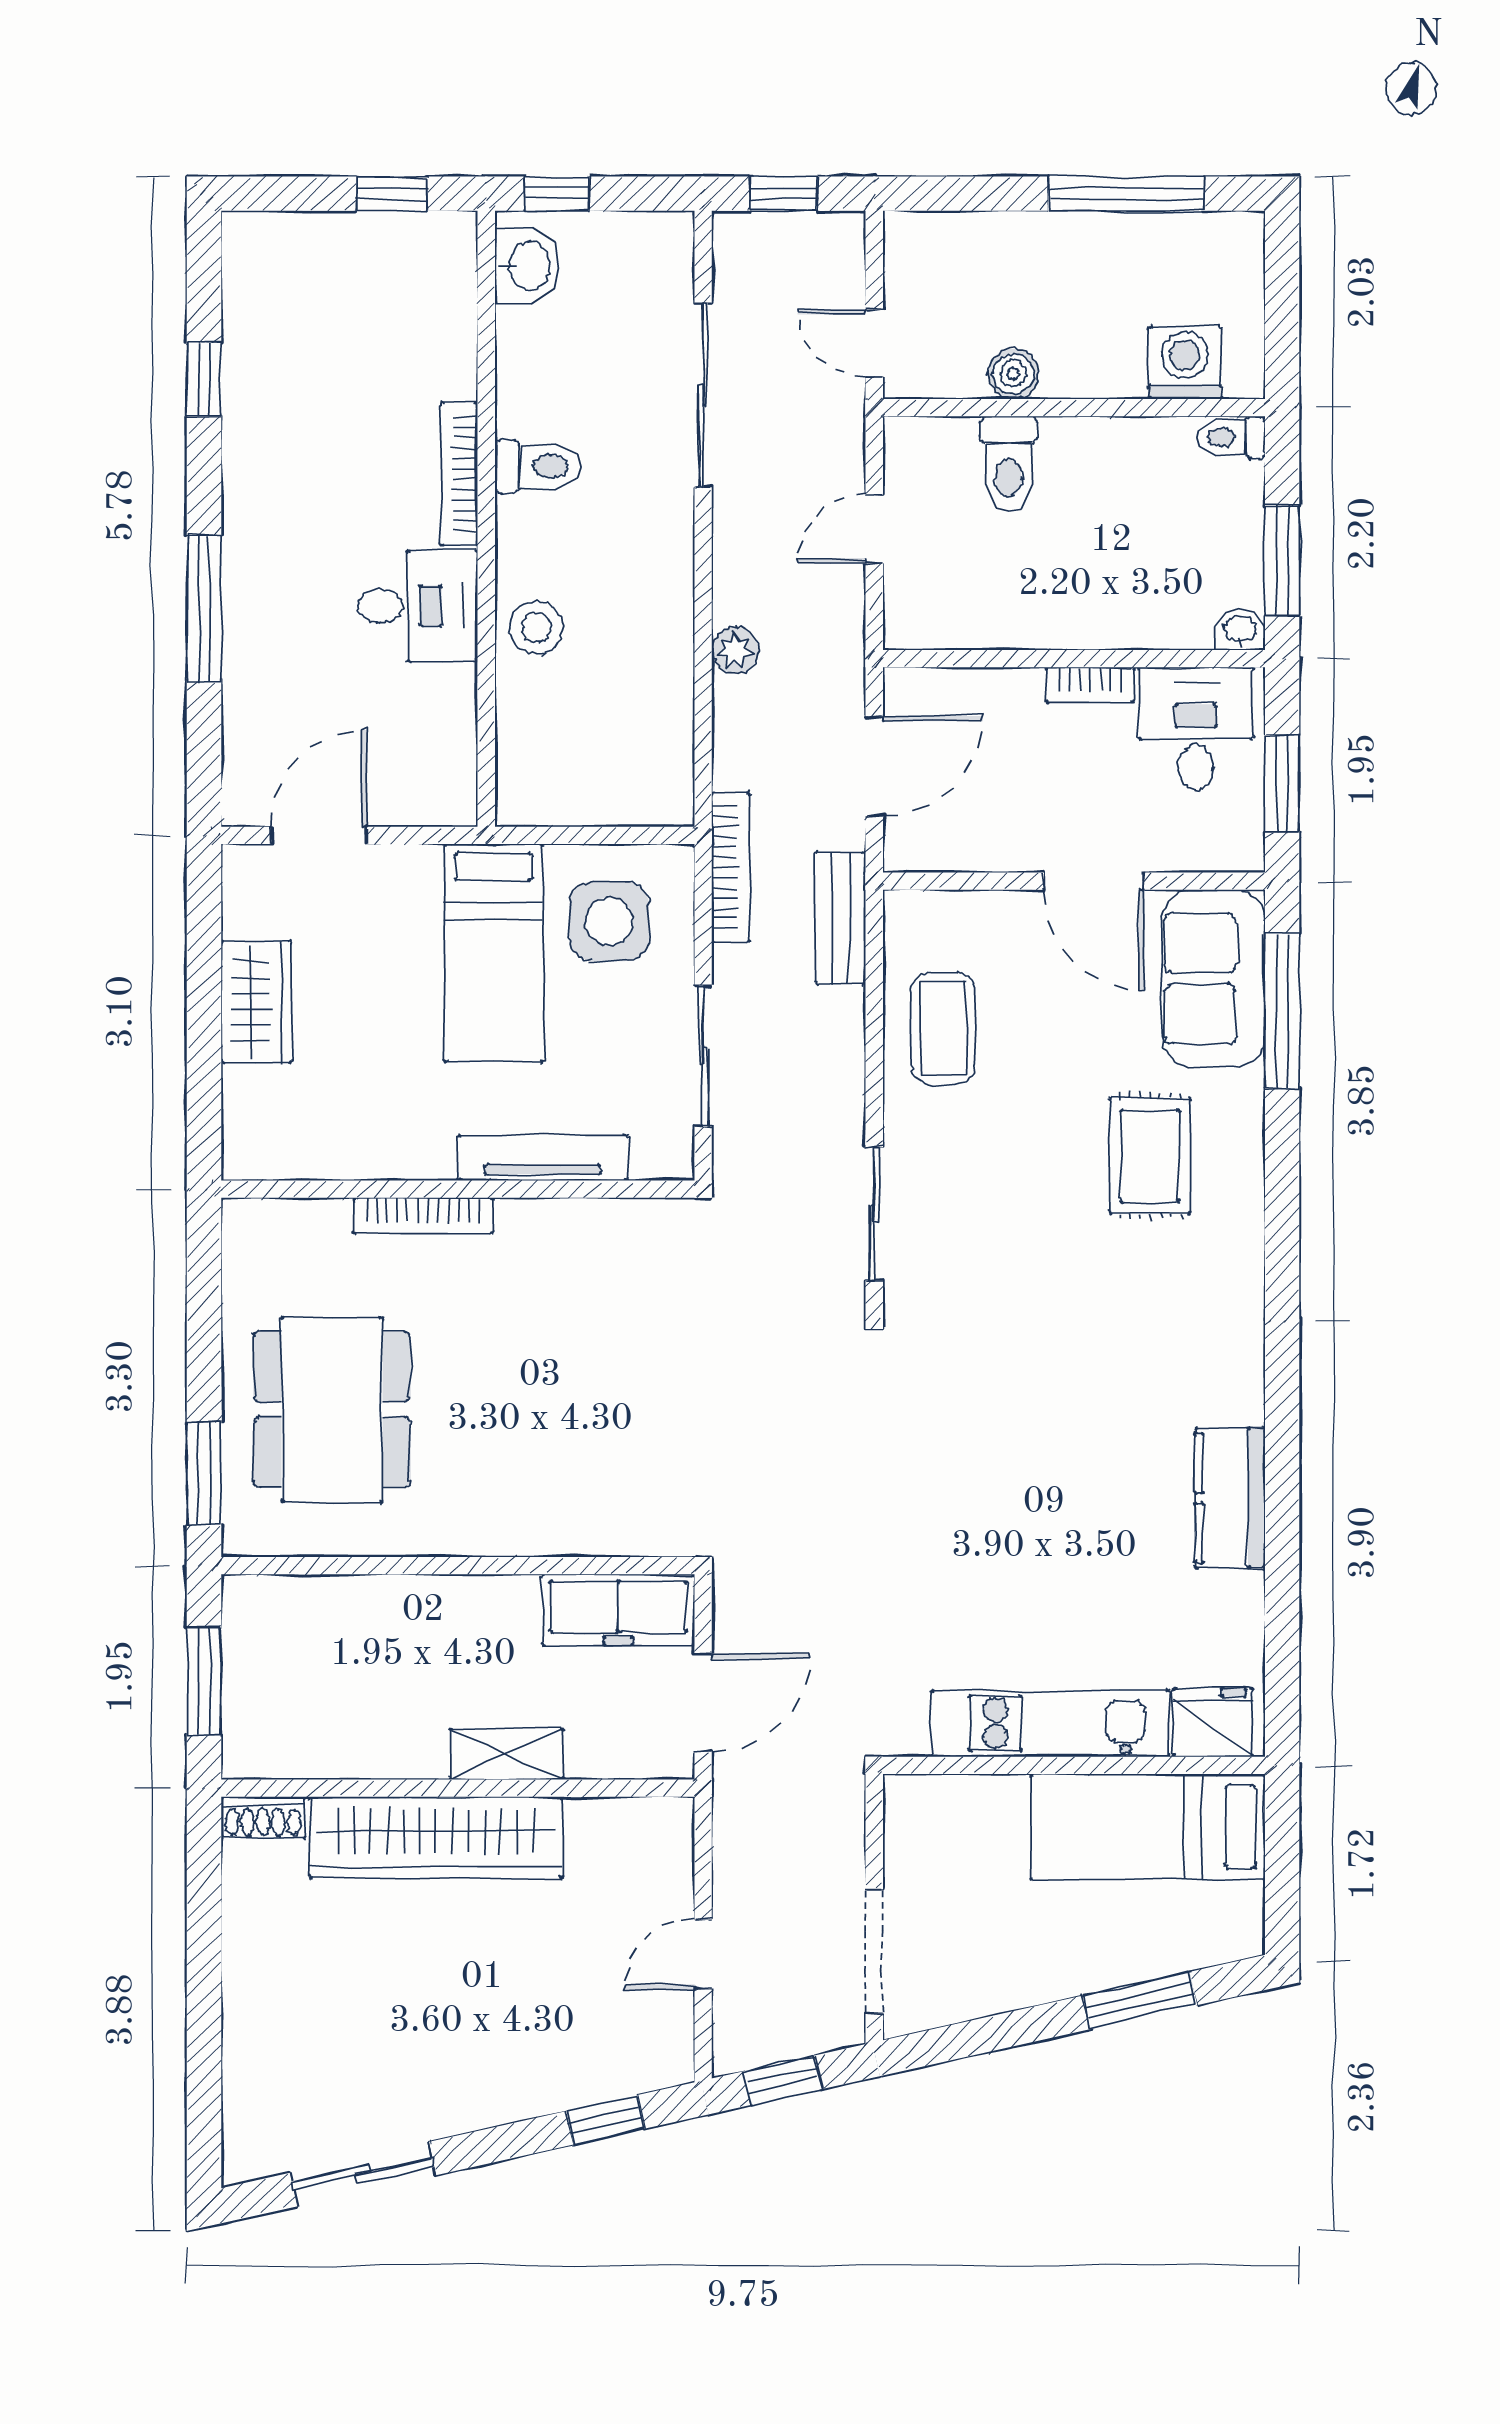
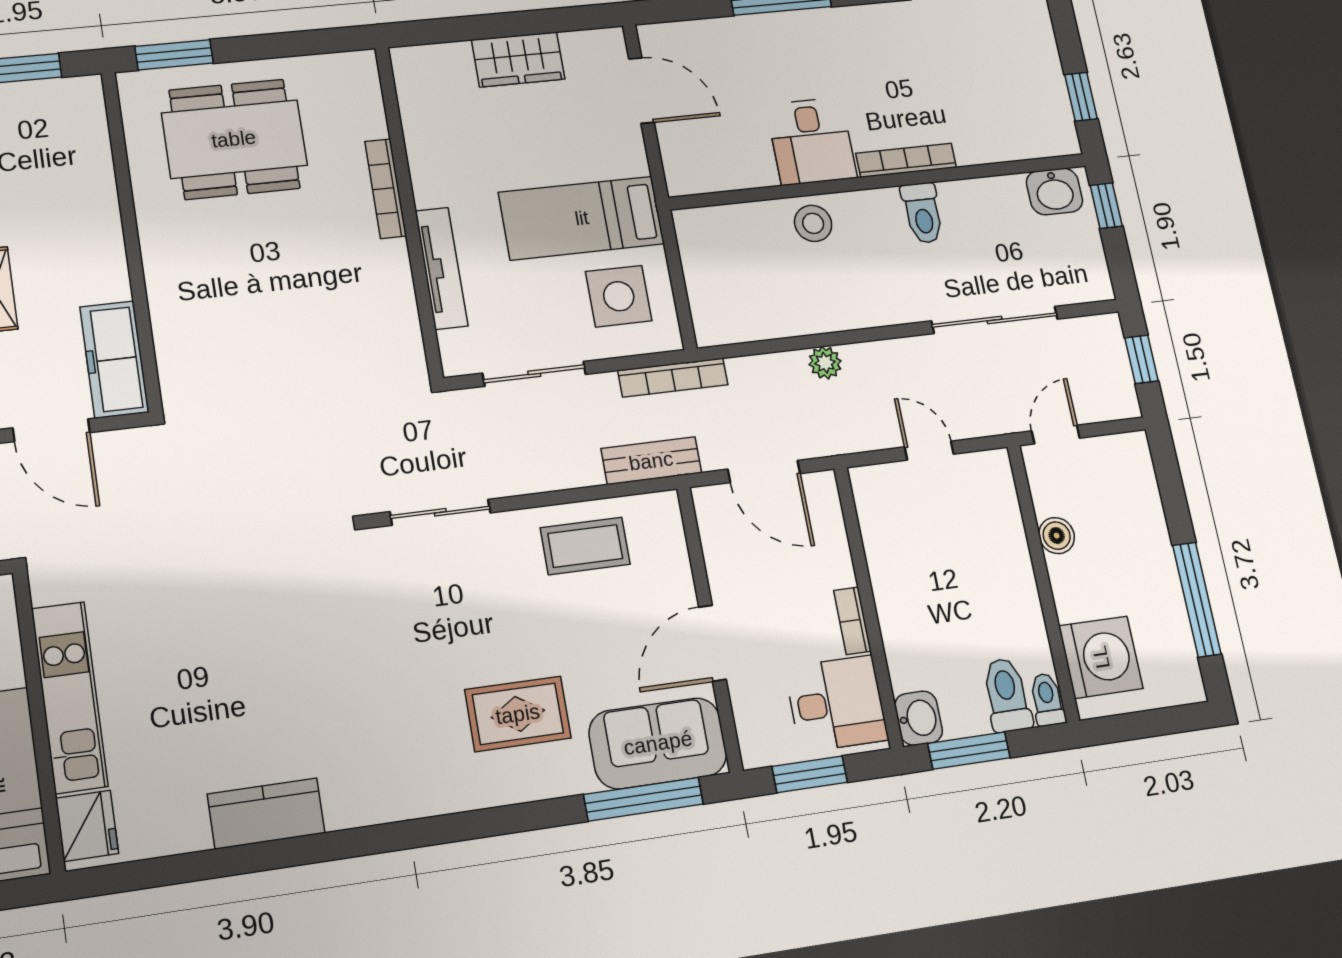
washing machine: (1185, 363) -> (1101, 657), width x1.37, depth x1.37
toilet: (1008, 464) -> (1007, 695), moved, turned 90
washbasin: (1240, 630) -> (919, 718), width x1.38, depth x1.45

